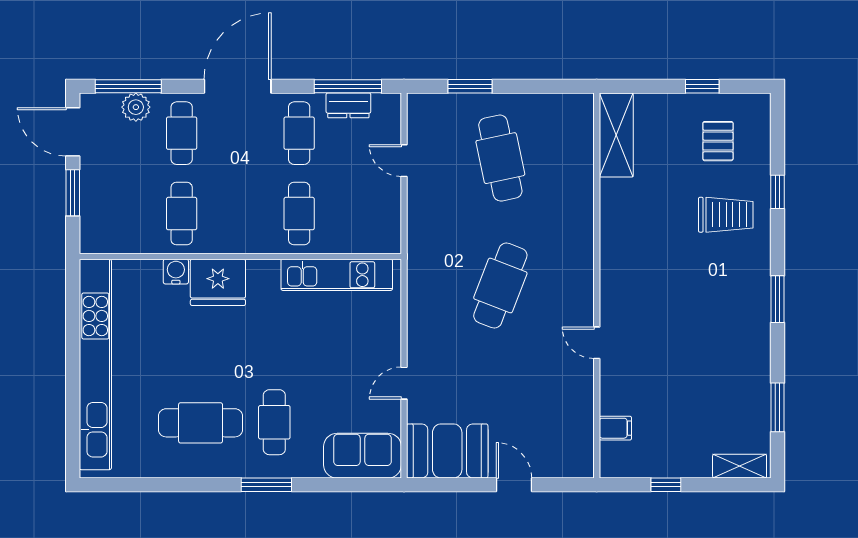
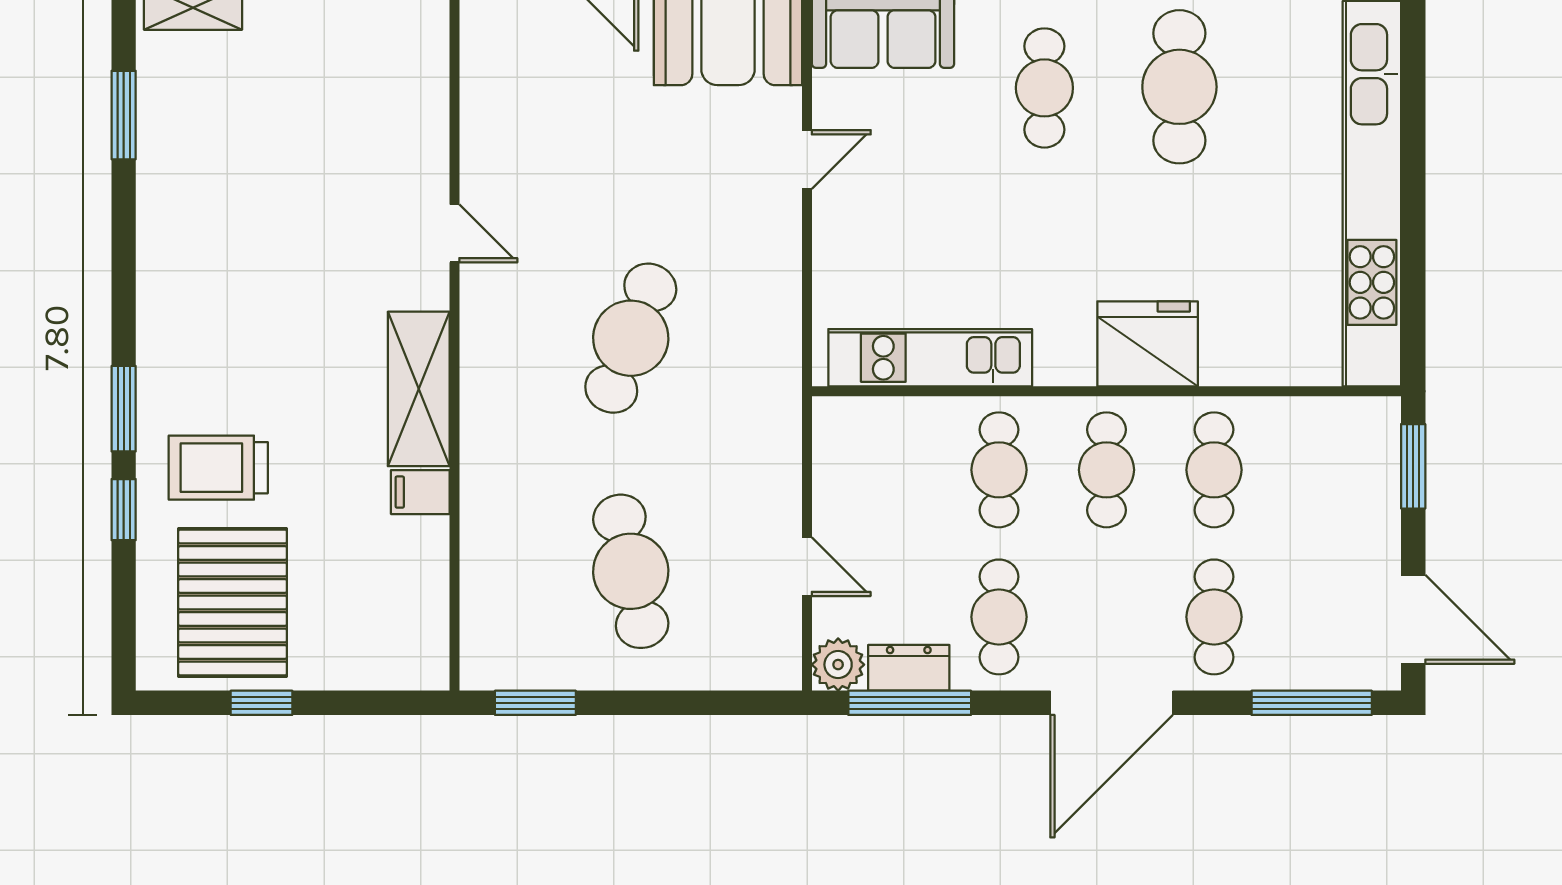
window: (470, 86) -> (535, 703), moved
plant: (136, 107) -> (838, 665), moved
shelving: (616, 135) -> (419, 389), moved
pallet: (718, 141) -> (233, 602), width x2.05, depth x2.00
window: (73, 193) -> (1413, 466), moved
cafe table: (240, 214) -> (1106, 470), added
water cooler: (176, 272) -> (1225, 364), removed
window: (777, 299) -> (124, 409), moved
cafe table: (201, 423) -> (1179, 87), turned 90
filing cabinet: (615, 428) -> (420, 492), moved

